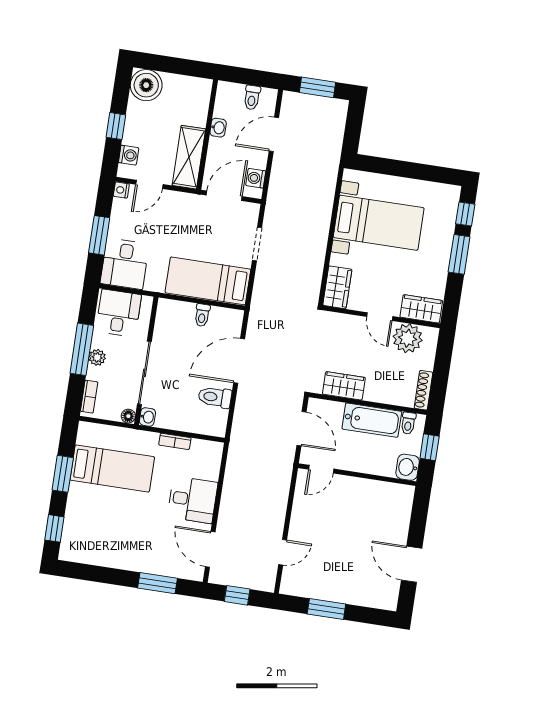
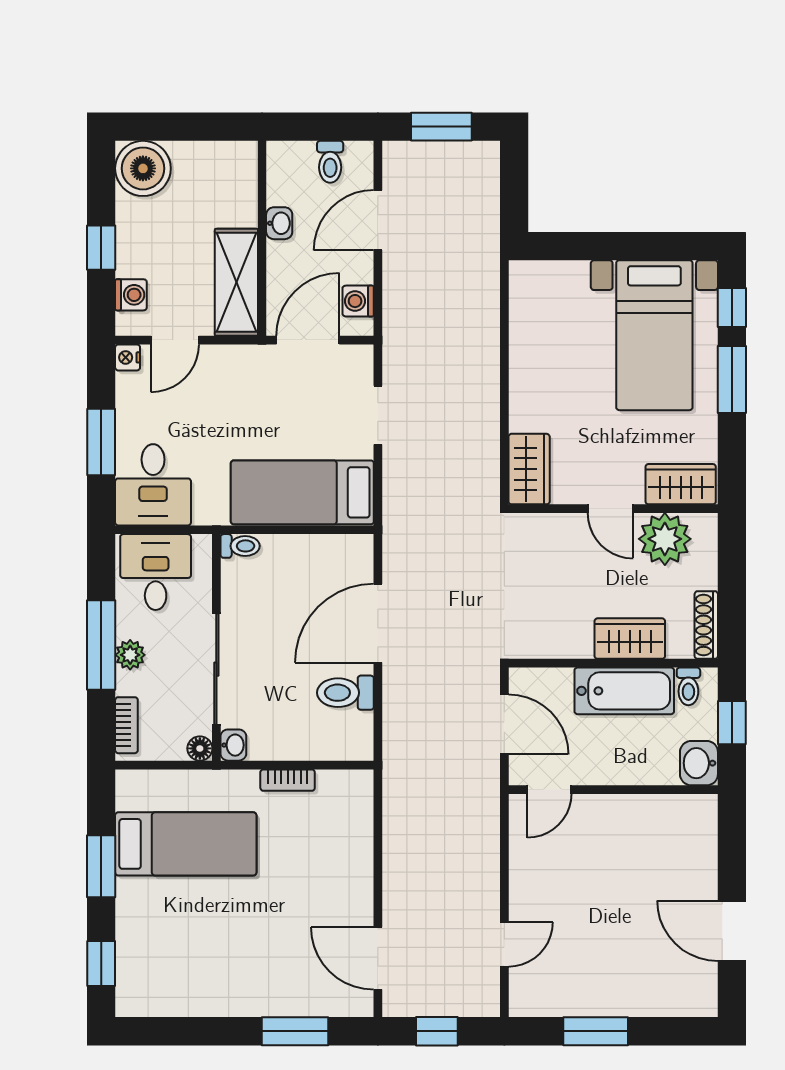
bed with nightstands: (379, 223) -> (654, 335), moved, turned 90
toilet: (202, 315) -> (240, 546), moved, turned -90
wardrobe: (344, 386) -> (630, 639), moved
desk: (192, 500) -> (334, 877), removed

